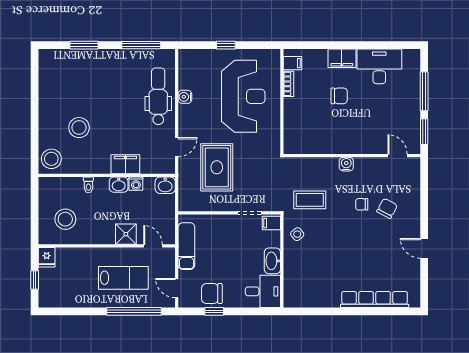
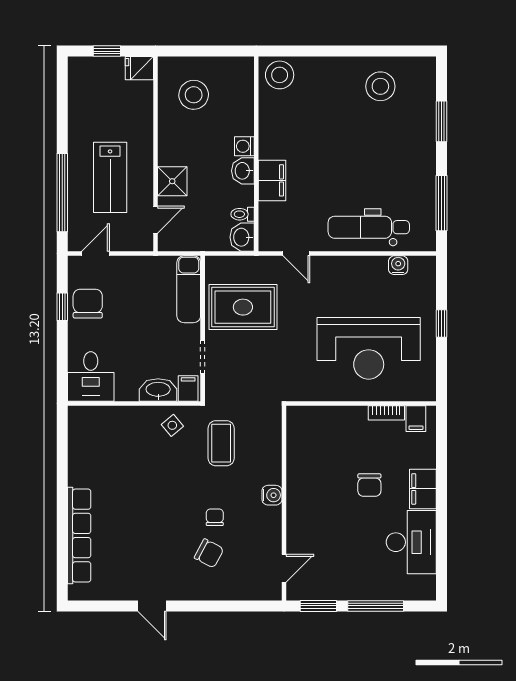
dental chair: (158, 96) -> (369, 227), turned 180
water cooler: (185, 97) -> (398, 265), moved
stool: (79, 128) -> (380, 86), moved
rug: (217, 167) -> (243, 307), moved
washing machine: (136, 184) -> (244, 146), moved
toilet: (88, 185) -> (243, 214), moved
exam couch: (186, 246) -> (189, 289), moved, turned 90
door: (424, 248) -> (152, 606), swing flipped
washbasin: (272, 261) -> (158, 390), moved

